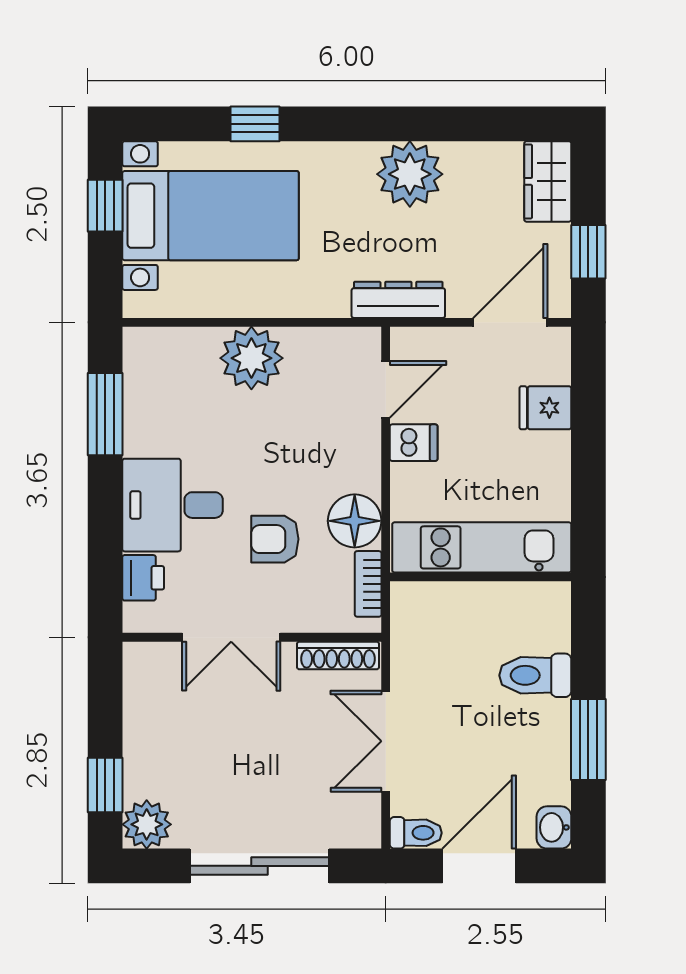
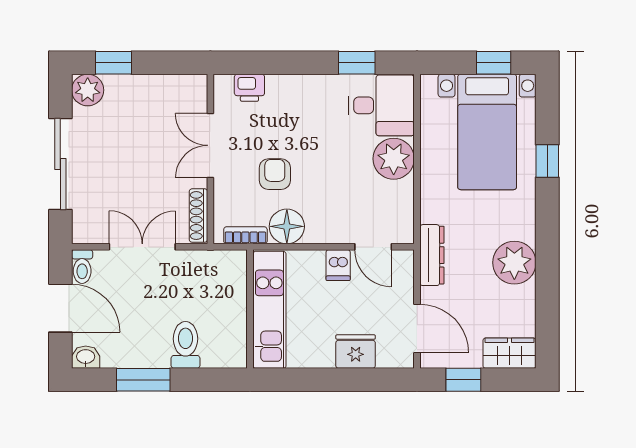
fridge: (545, 408) -> (356, 352), width x1.38
window: (105, 414) -> (357, 63), width x0.67
desk: (173, 505) -> (381, 105), moved, turned 90

